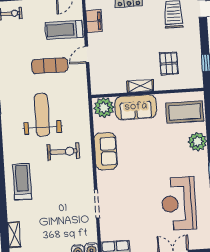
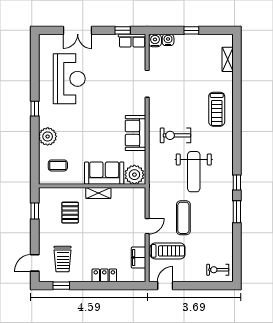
exercise mat: (50, 66) -> (183, 218), turned 90
coffee table: (185, 112) -> (58, 165), width x0.54, depth x0.58

